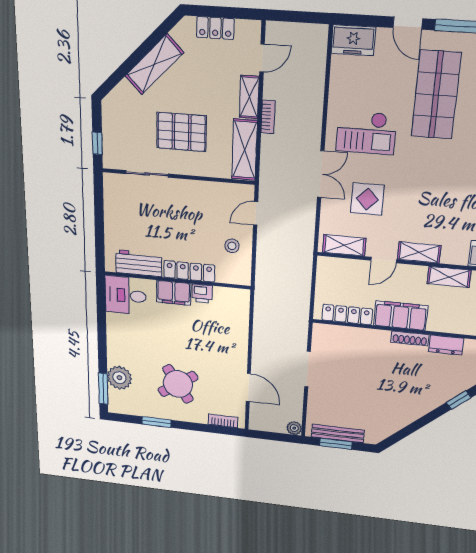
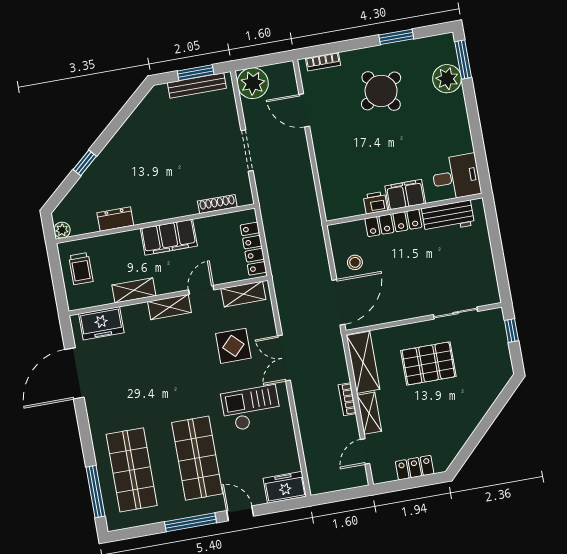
shelving: (154, 64) -> (467, 421), removed
door: (256, 213) -> (338, 302), width x1.88
locker: (347, 315) -> (253, 249), moved, turned 90
shoe rack: (410, 338) -> (217, 204), moved
plant: (294, 428) -> (253, 83), width x1.87, depth x1.87

